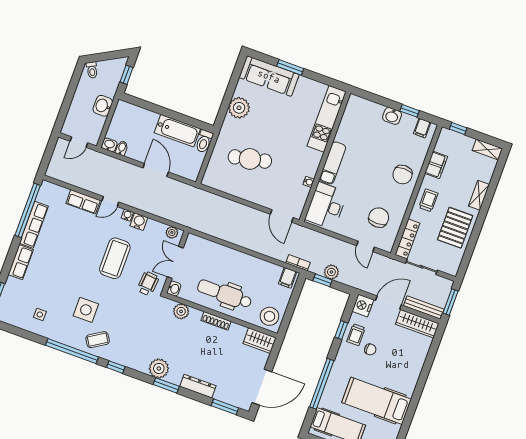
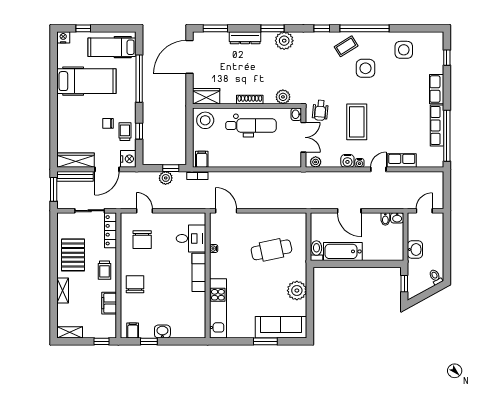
desk: (326, 206) -> (191, 238), width x0.73
side table: (40, 314) -> (404, 50), width x1.87, depth x1.87

